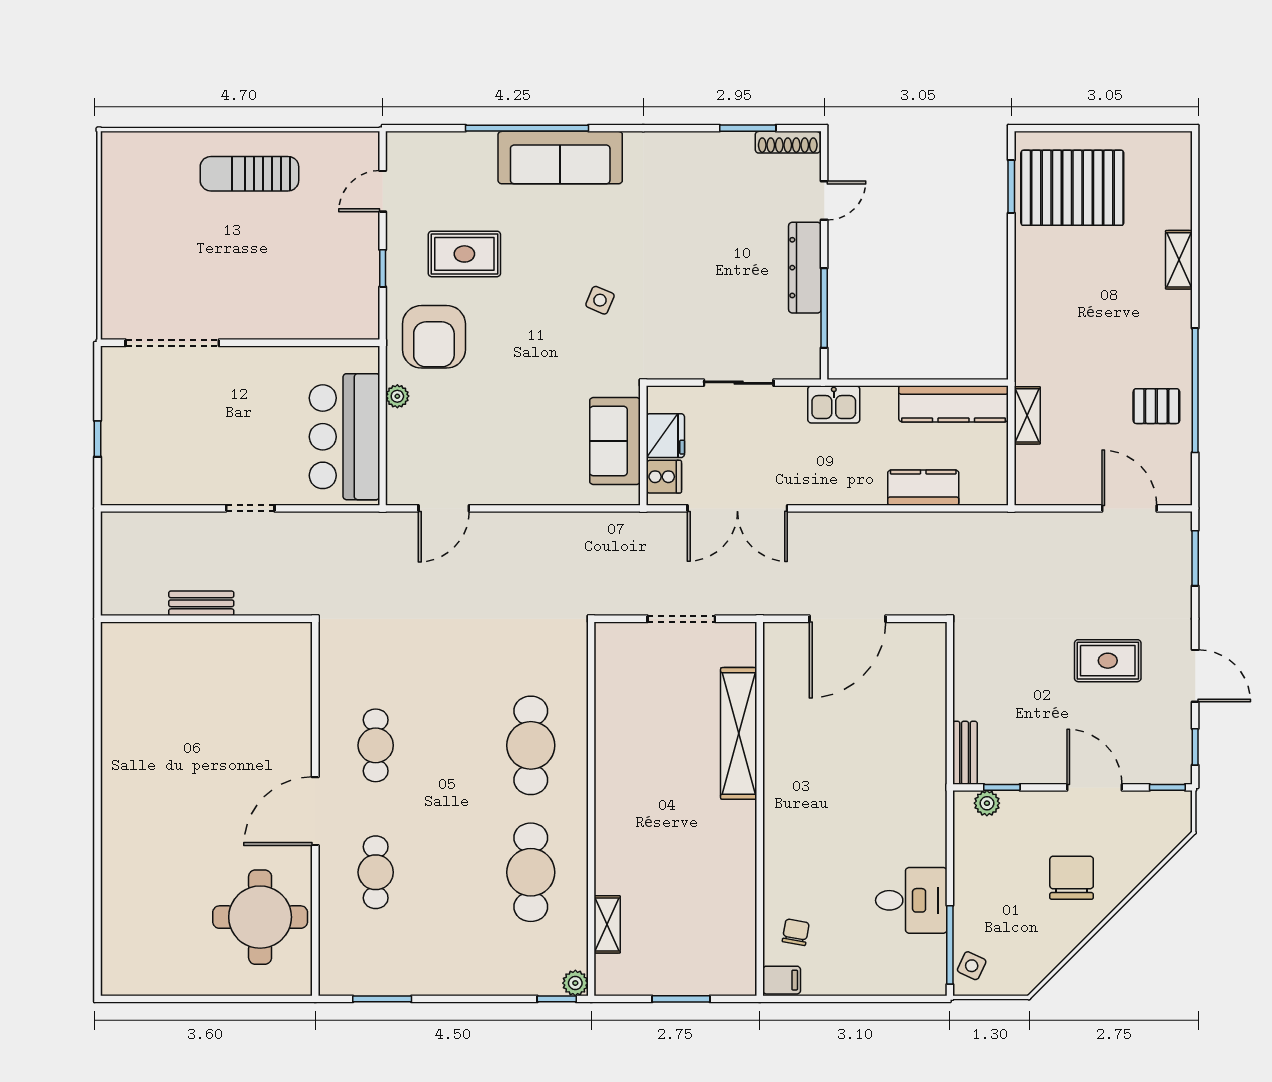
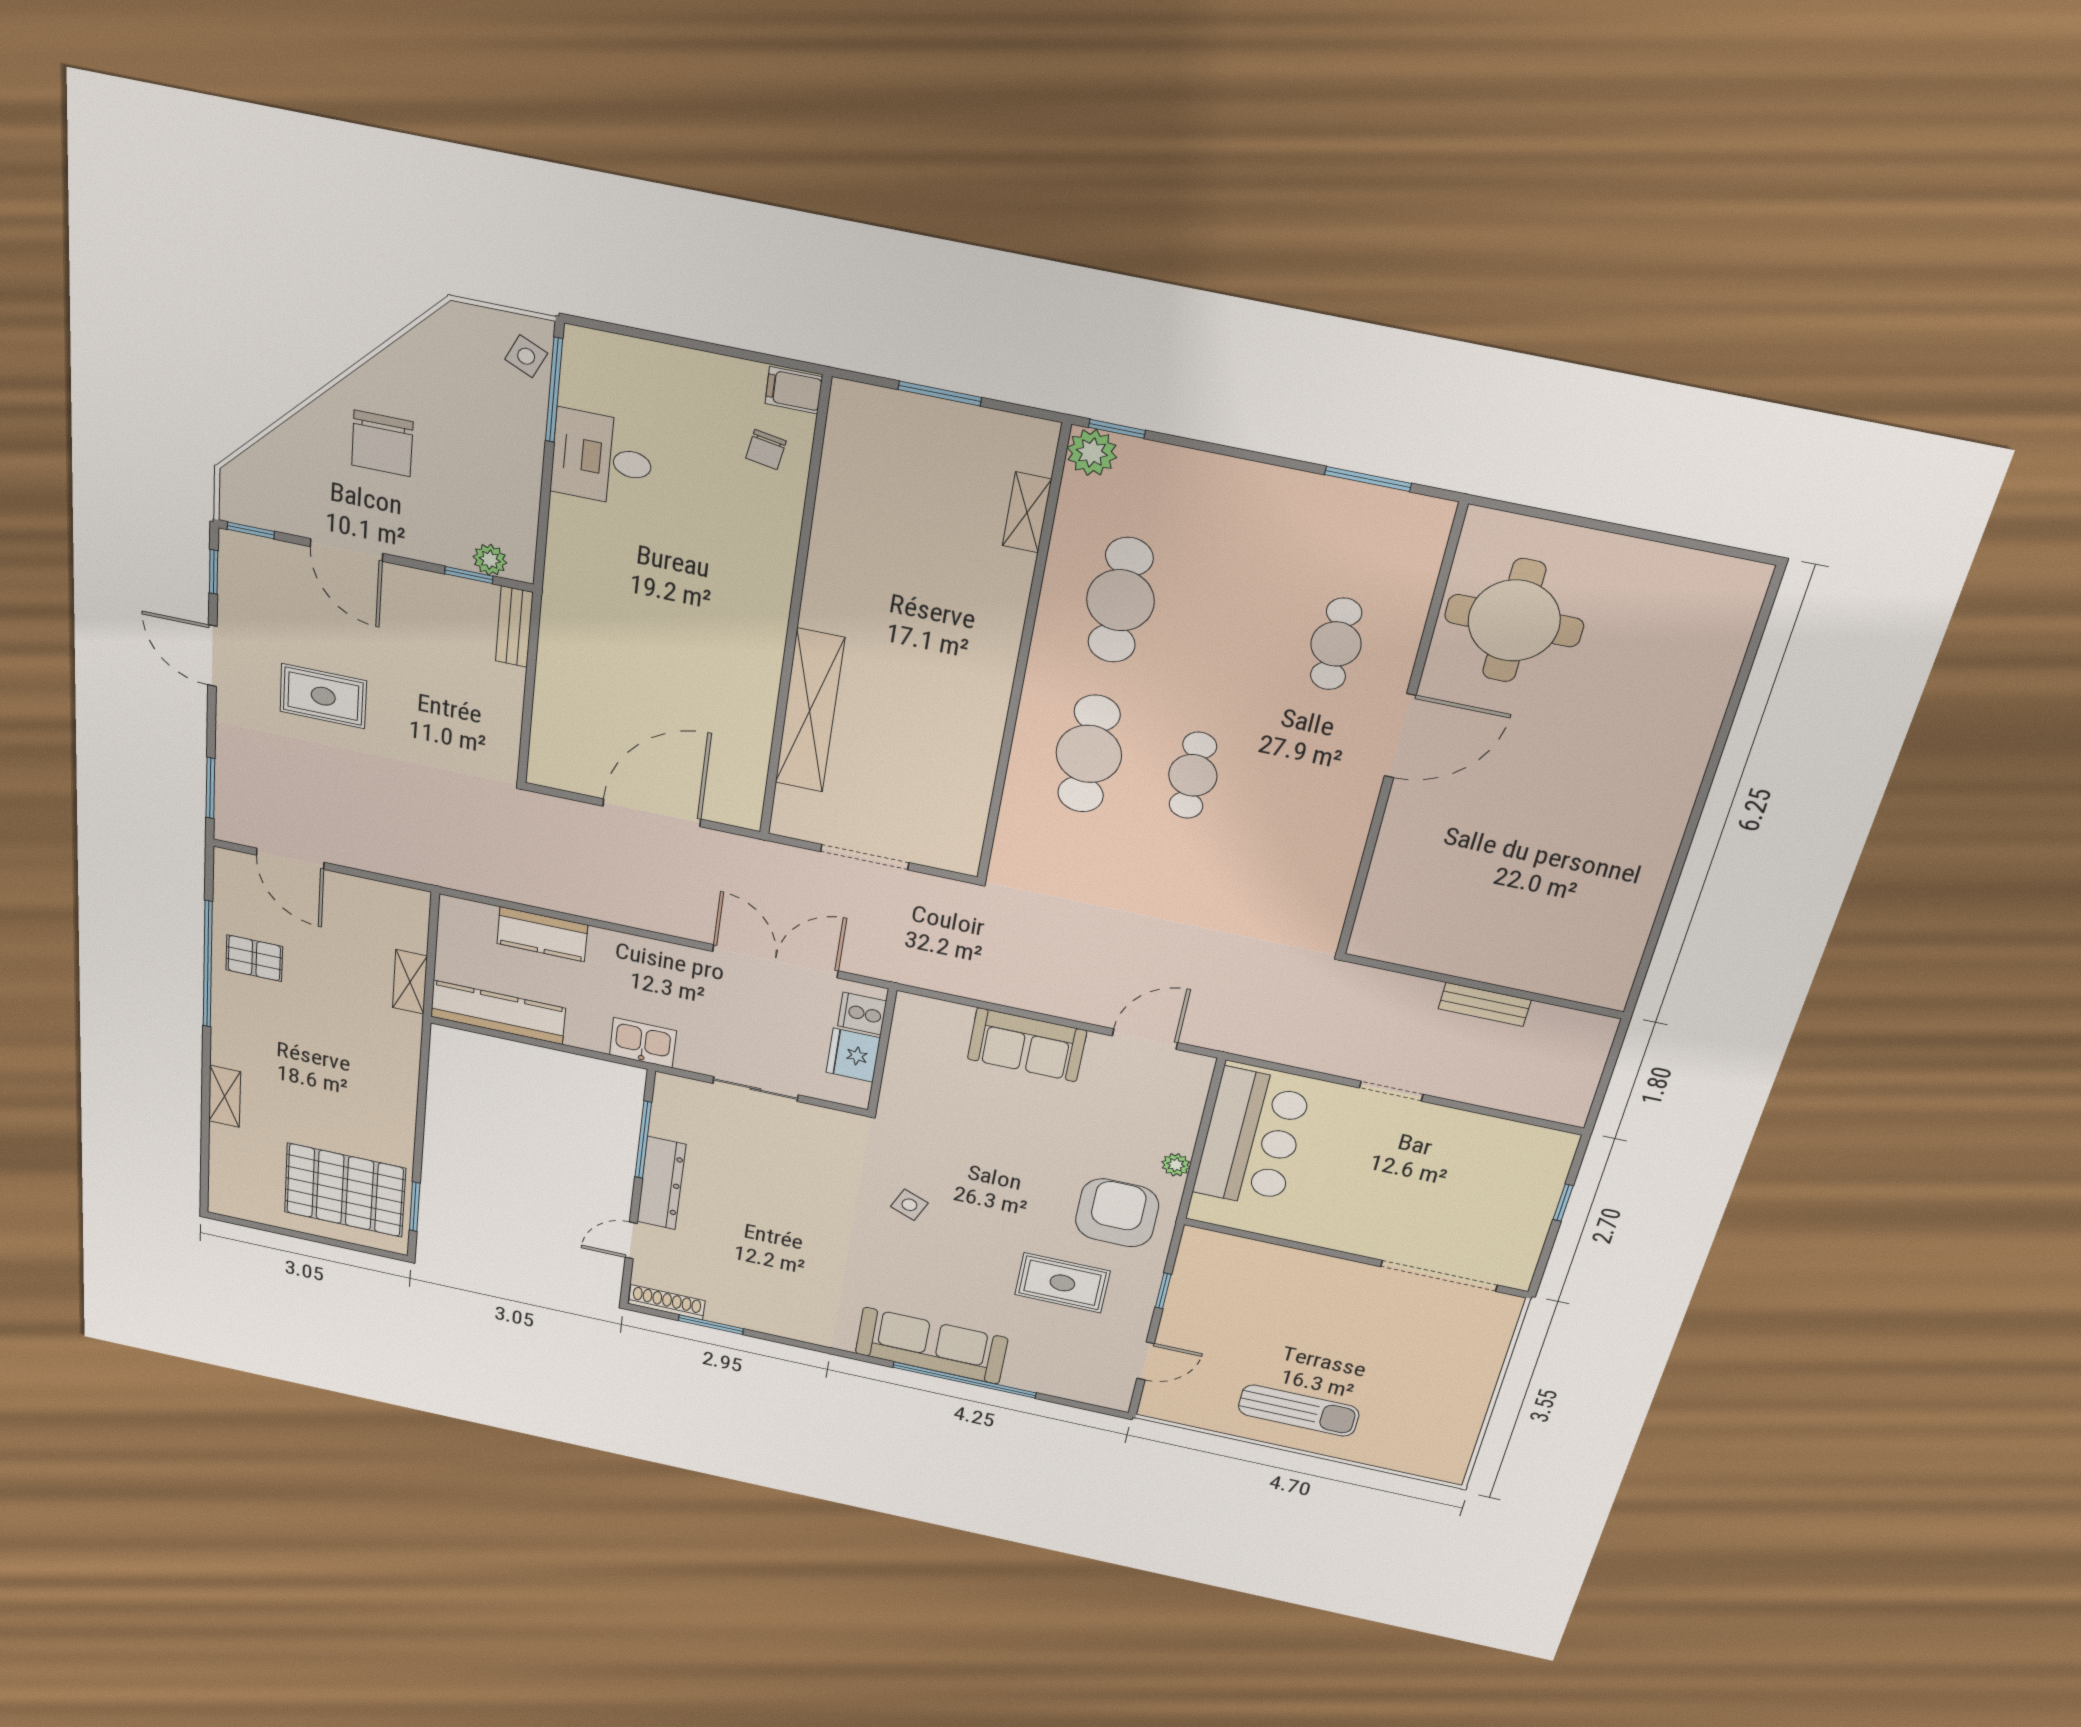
sofa: (615, 441) -> (1027, 1045), moved, turned 90
cafe table: (376, 745) -> (1193, 775), moved
plant: (575, 983) -> (1092, 452), width x1.38, depth x1.38

